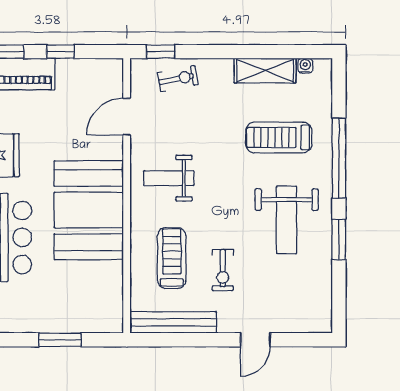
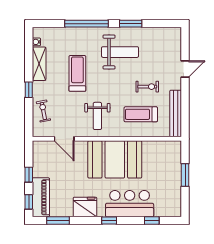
window: (161, 52) -> (29, 90), moved
treadmill: (279, 137) -> (77, 73), moved, turned 180
door: (255, 340) -> (185, 69), hinge flipped

